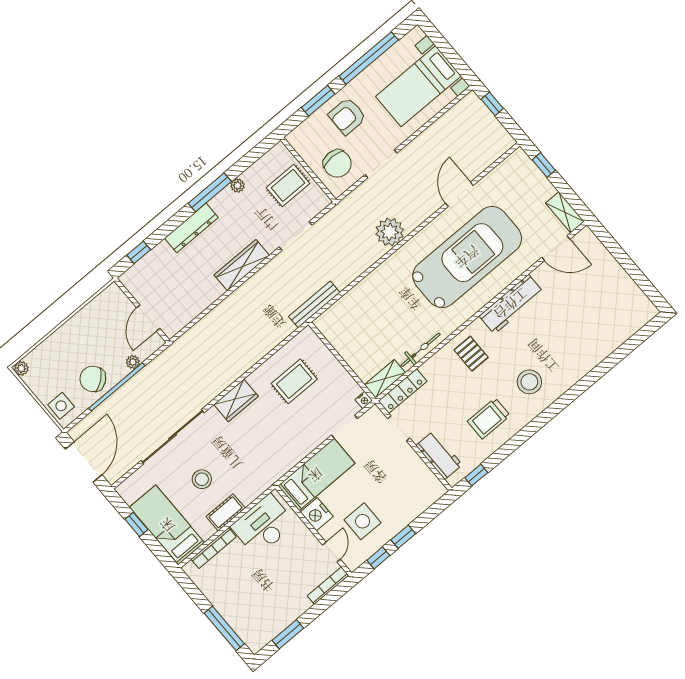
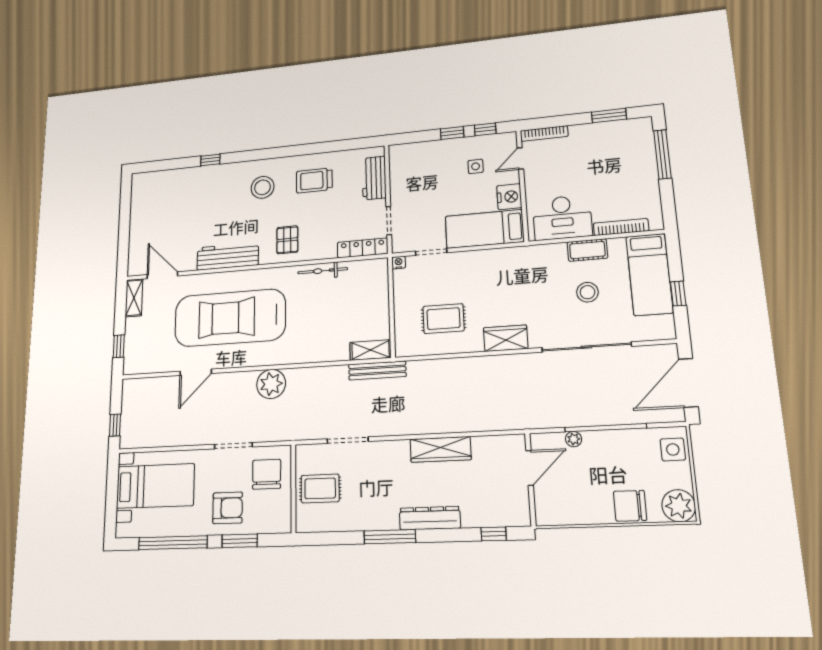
plant: (238, 186) -> (362, 523), removed
wardrobe: (242, 265) -> (441, 449), moved
plant: (21, 368) -> (679, 506), width x1.88, depth x1.88
chair: (93, 379) -> (630, 506), moved, turned 128
shelving: (385, 379) -> (370, 350), moved
trolley: (489, 418) -> (314, 180), turned 180
window: (476, 475) -> (210, 160), moved
side table: (363, 521) -> (476, 166), width x0.54, depth x0.54

